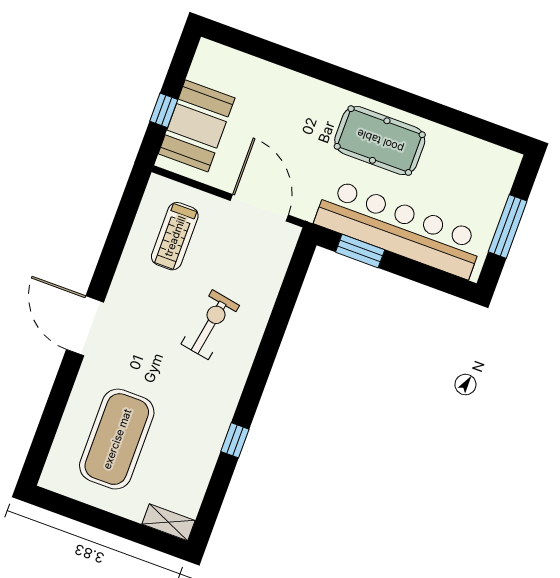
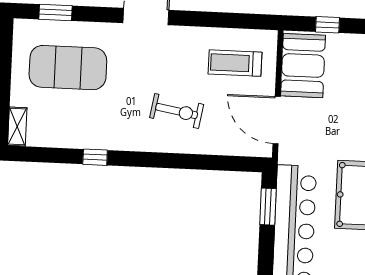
booth: (197, 126) -> (303, 66), moved, turned 90
door: (259, 208) -> (277, 120), swing flipped
window: (46, 433) -> (55, 12), added

